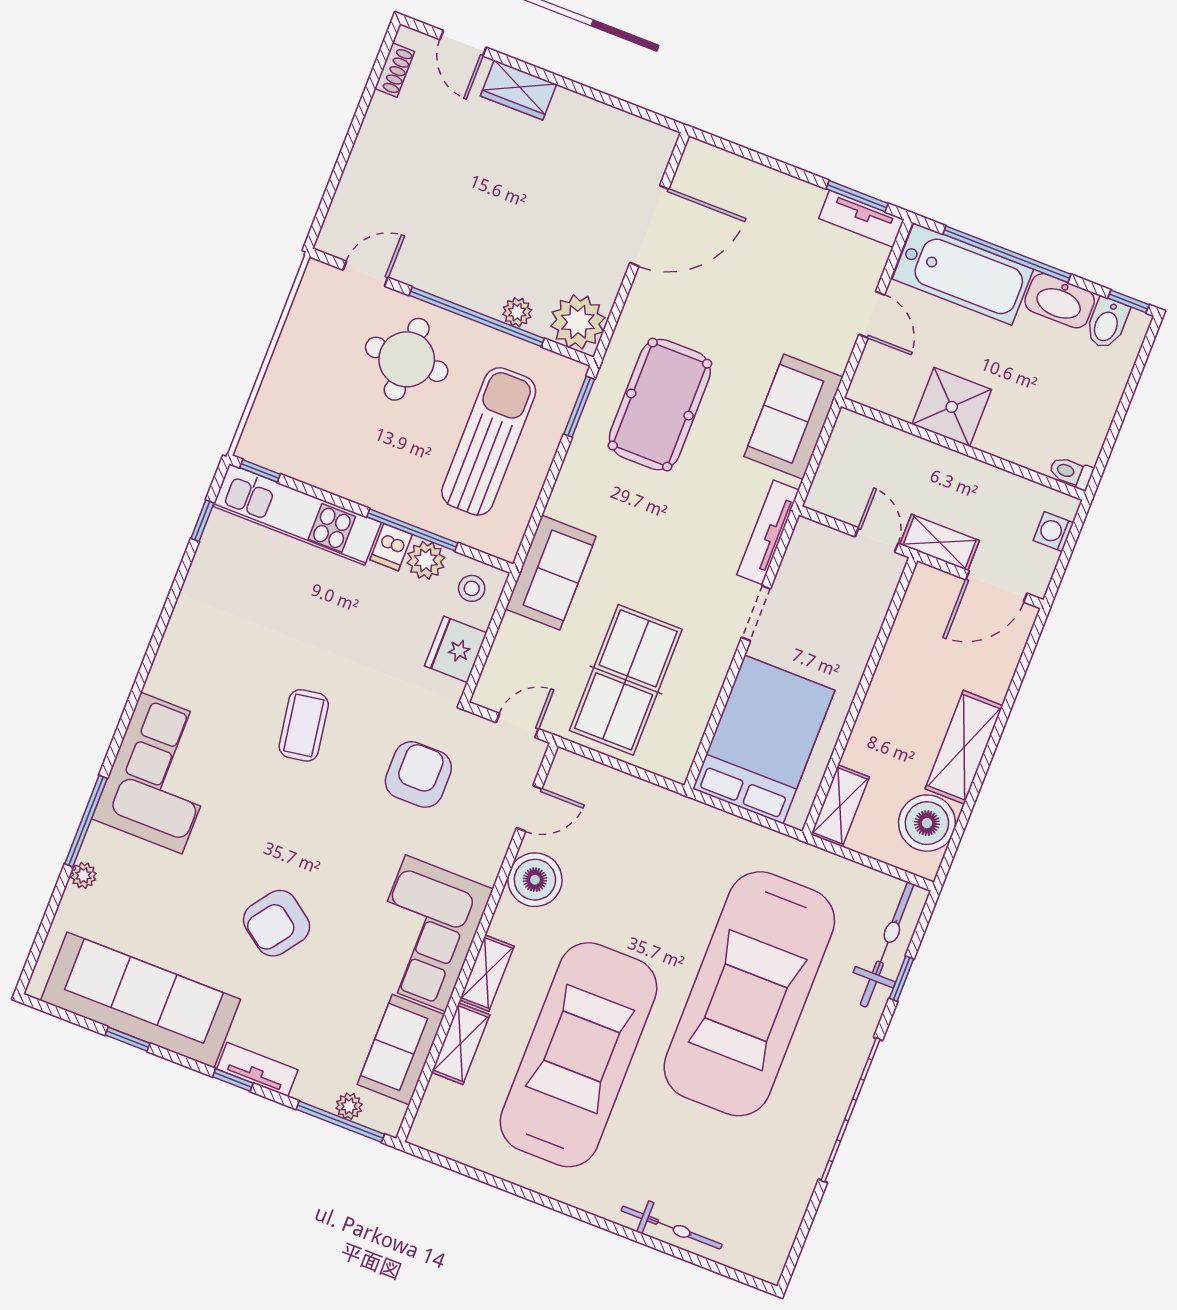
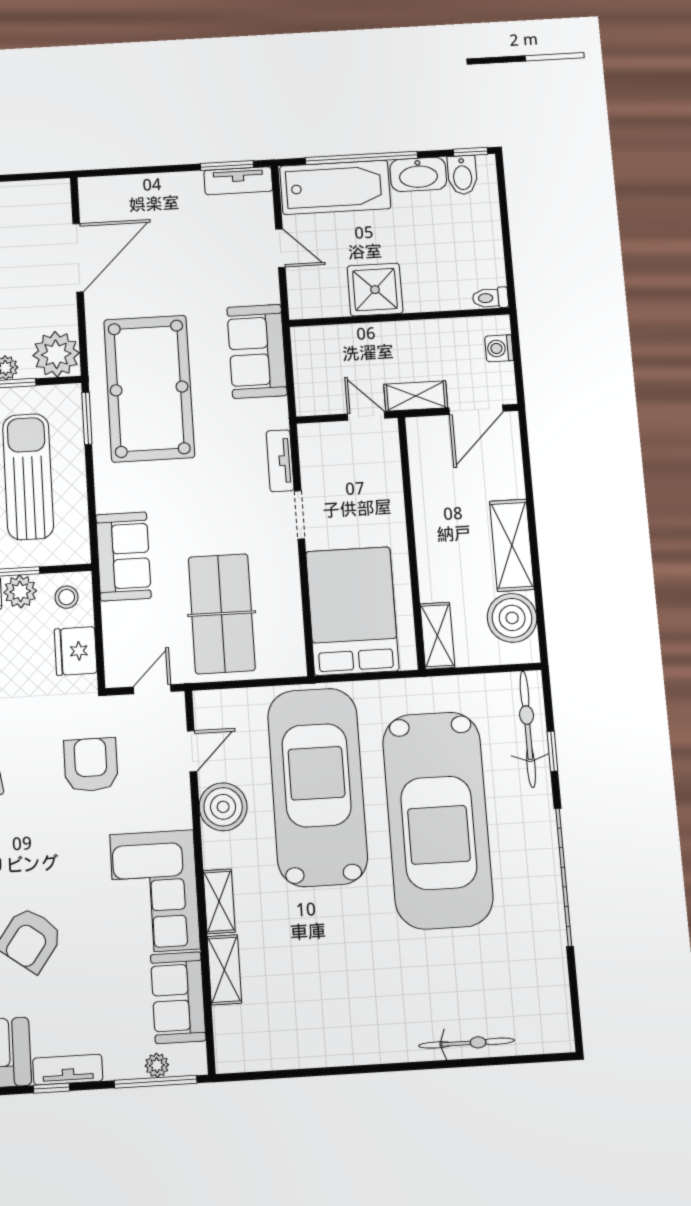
pool table: (660, 405) -> (149, 388), width x1.36, depth x1.32
tv unit: (768, 532) -> (280, 461), width x0.71
car: (579, 1055) -> (317, 787), moved

